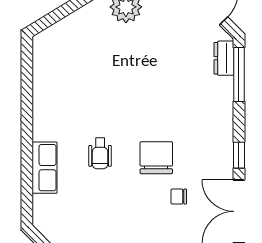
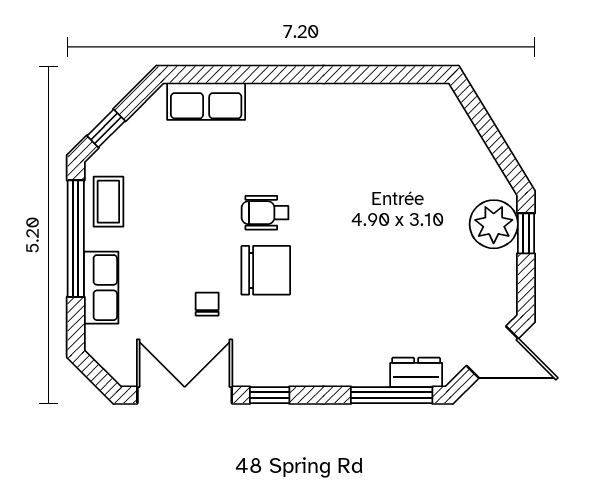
wheelchair: (100, 153) -> (265, 213), moved
row of seats: (45, 168) -> (206, 101), moved

